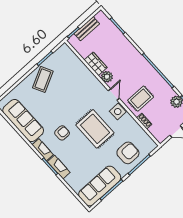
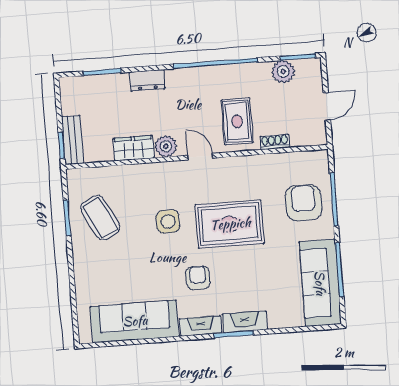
bench: (87, 29) -> (73, 140), moved
dresser: (129, 47) -> (147, 80), added
coffee table: (43, 79) -> (100, 218), moved
side table: (118, 112) -> (168, 222), moved

